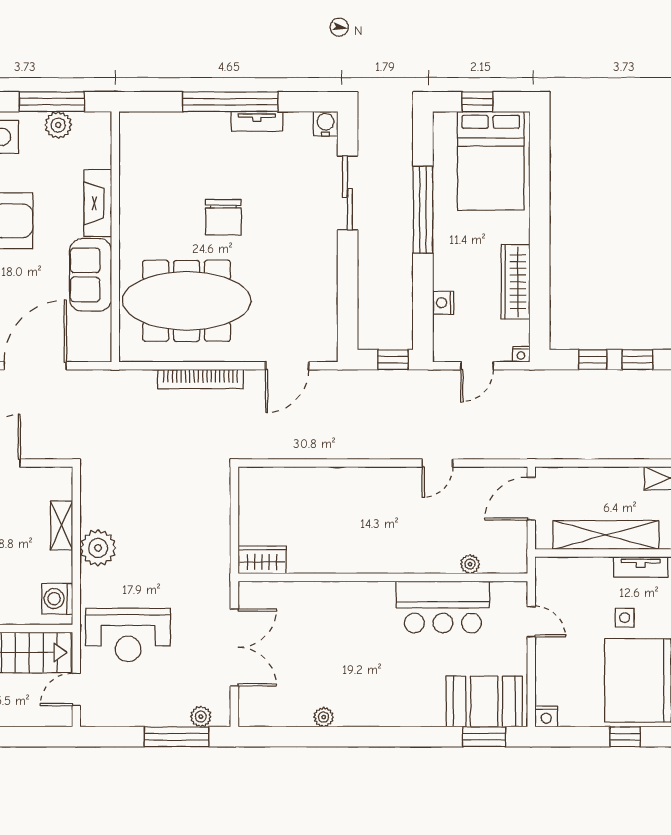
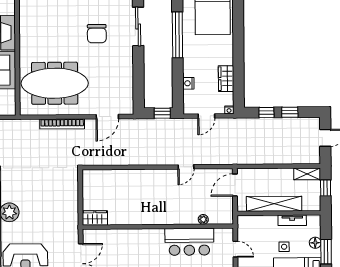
chair: (223, 217) -> (97, 34), moved
wardrobe: (516, 282) -> (226, 79), width x0.67

